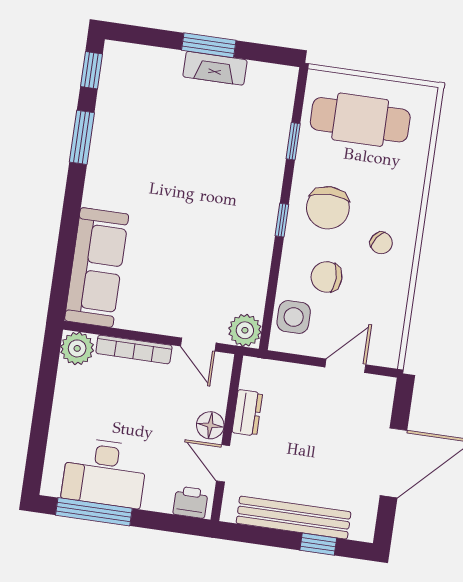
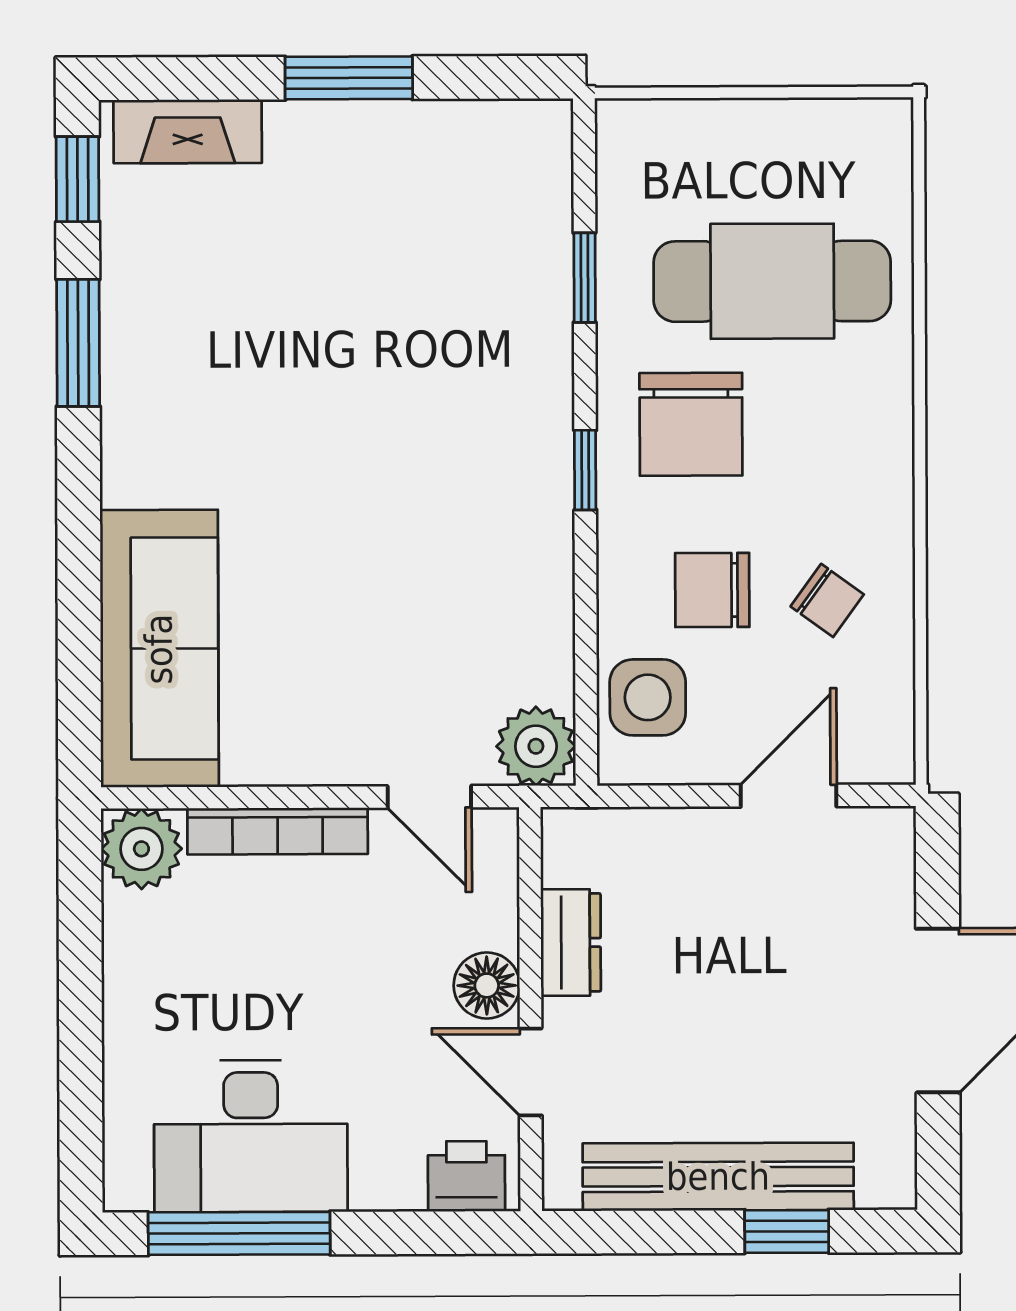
fireplace: (215, 68) -> (188, 131), moved
cafe table: (360, 120) -> (772, 281), moved
chair: (381, 243) -> (827, 600), moved

